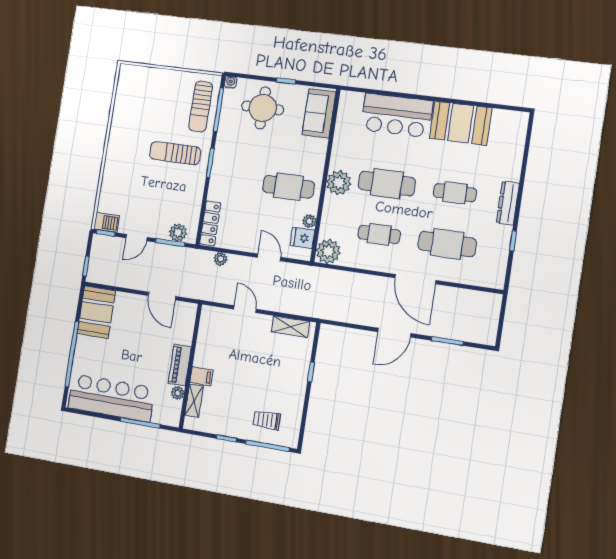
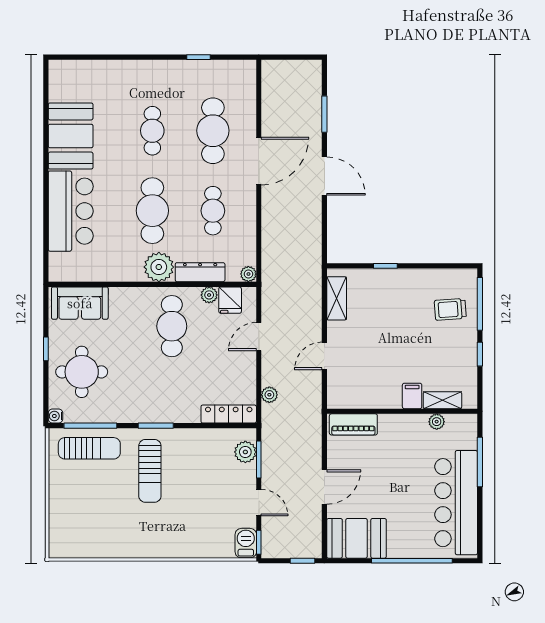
dresser: (508, 203) -> (200, 272), moved, turned 180
plant: (328, 251) -> (248, 274), width x0.53, depth x0.53
door: (162, 296) -> (324, 487), moved
piano: (180, 365) -> (353, 424), moved
trolley: (267, 420) -> (450, 309), turned 86

